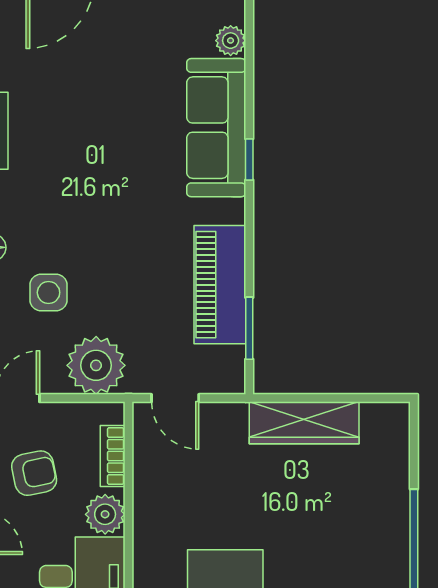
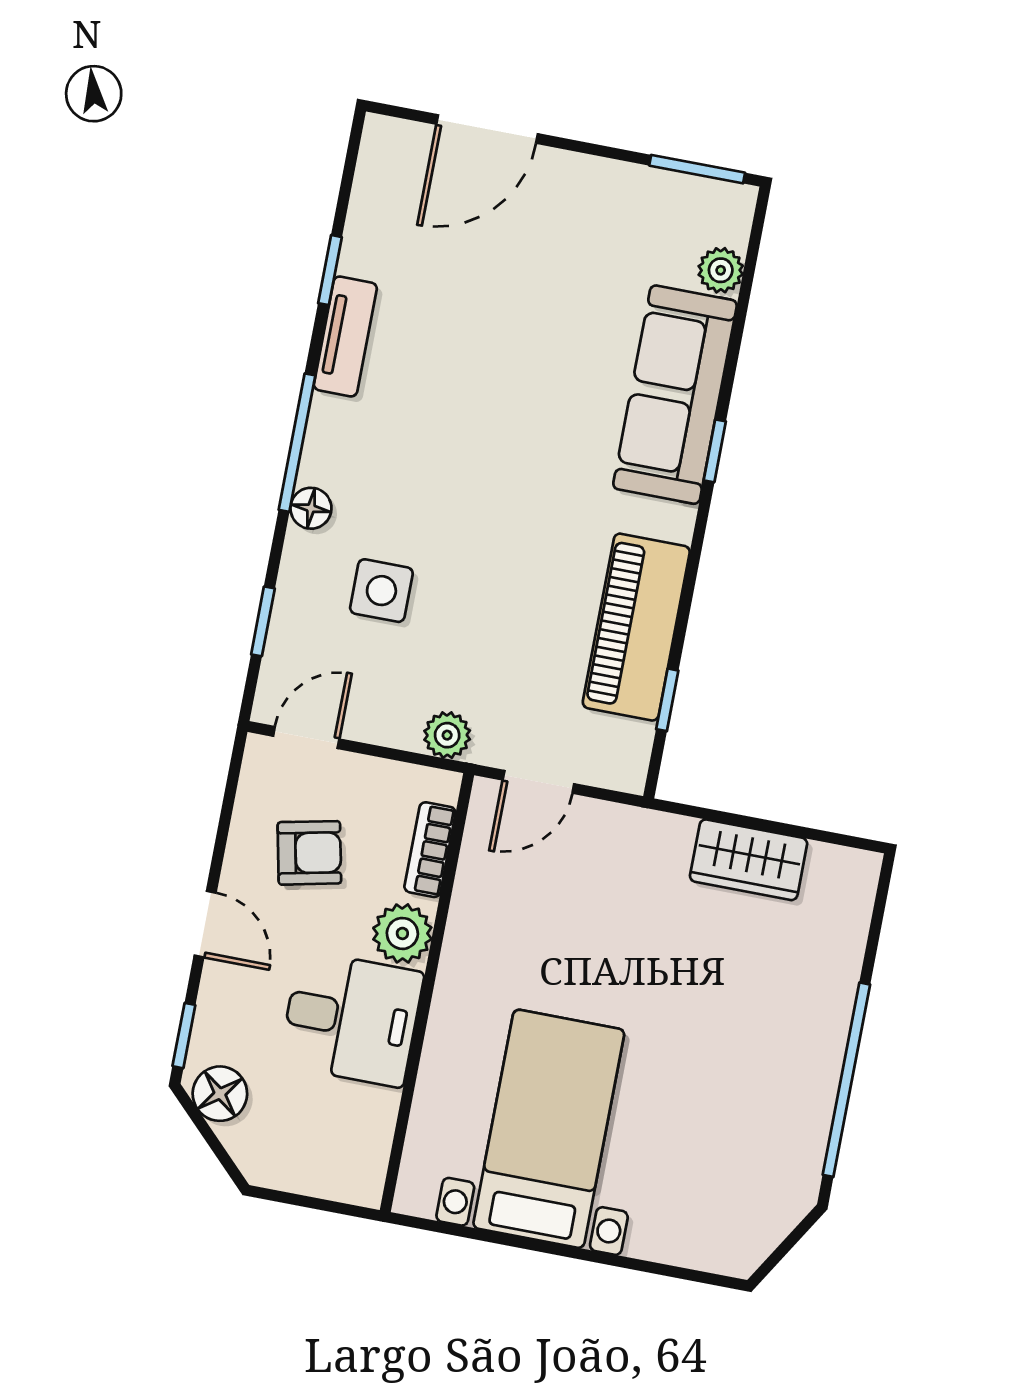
window: (249, 328) -> (667, 700), width x0.67
plant: (96, 365) -> (447, 735), width x0.53, depth x0.53
door: (175, 398) -> (538, 782), hinge flipped
wardrobe: (304, 423) -> (749, 860), width x0.67

